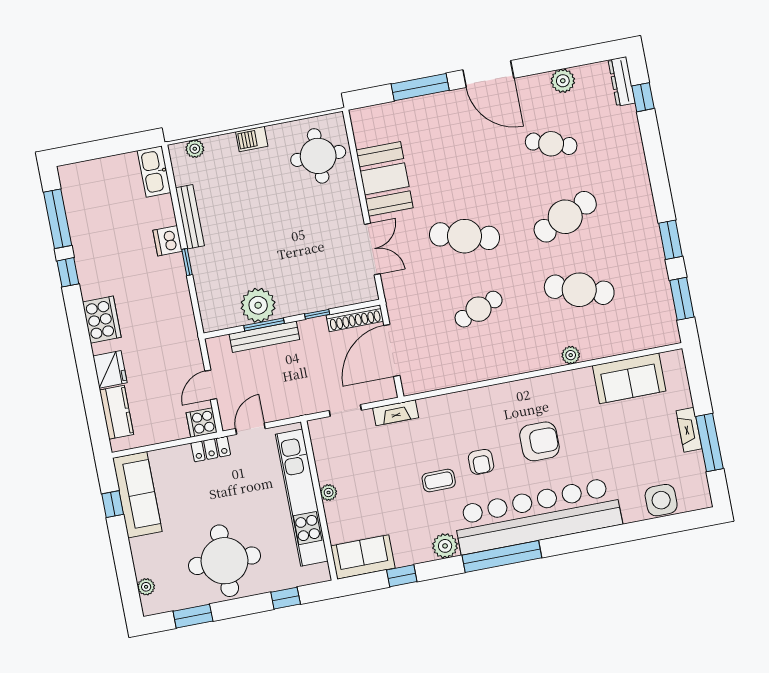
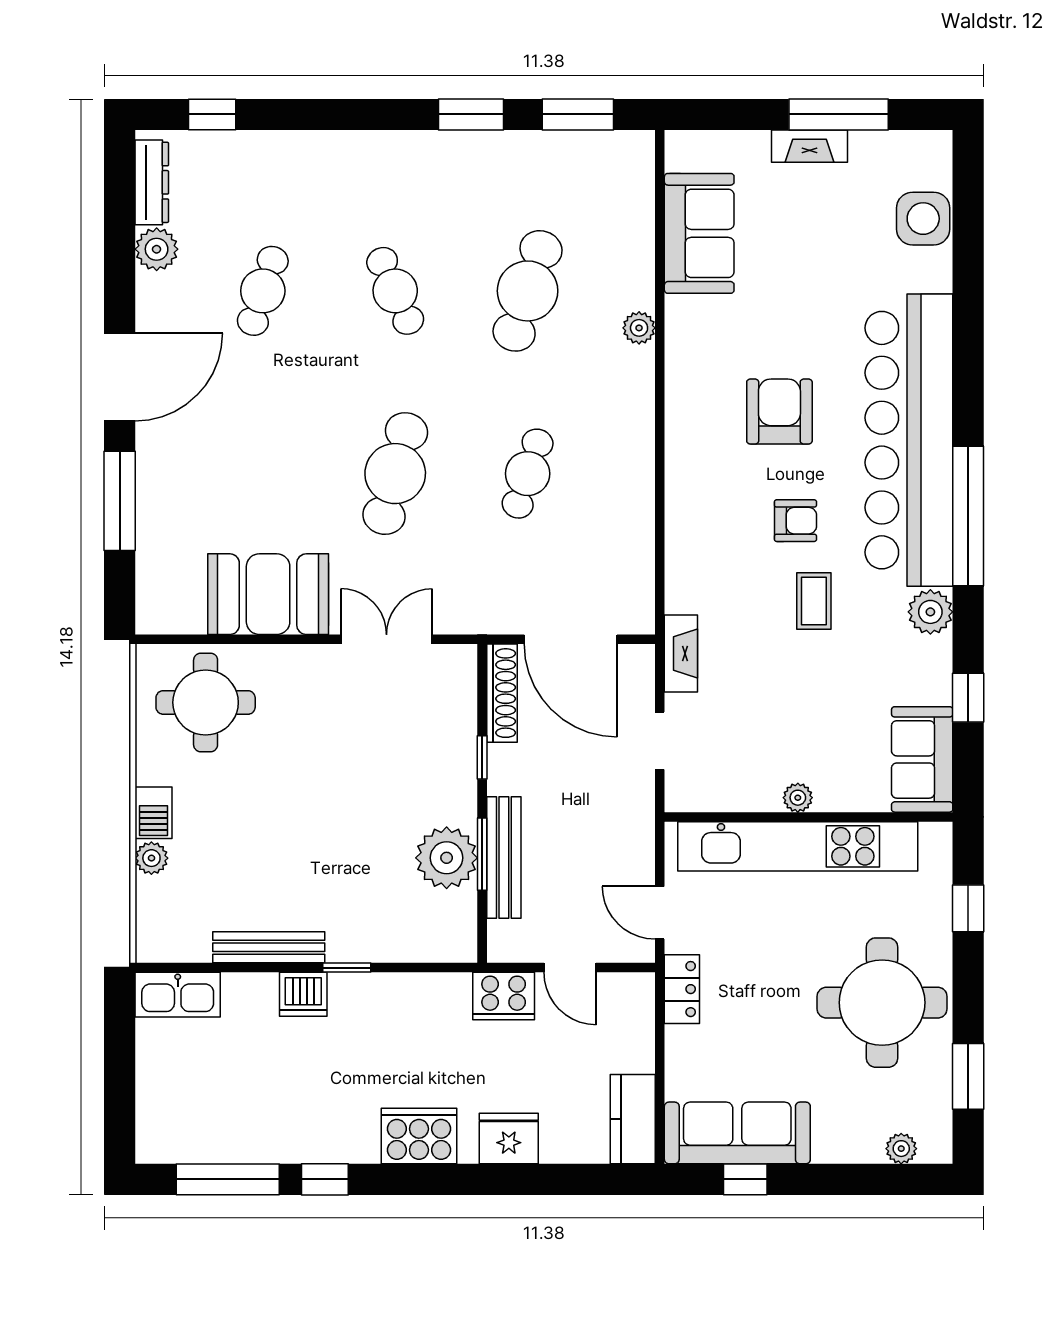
dresser: (622, 81) -> (152, 182), moved, turned -90
plant: (195, 149) -> (151, 858), moved
cafe table: (565, 217) -> (395, 291), width x0.73, depth x0.74
cafe table: (479, 309) -> (528, 474), turned 39
kitchen counter: (117, 412) -> (633, 1119), moved, turned -90
cooker: (202, 423) -> (504, 996), moved, width x1.36

